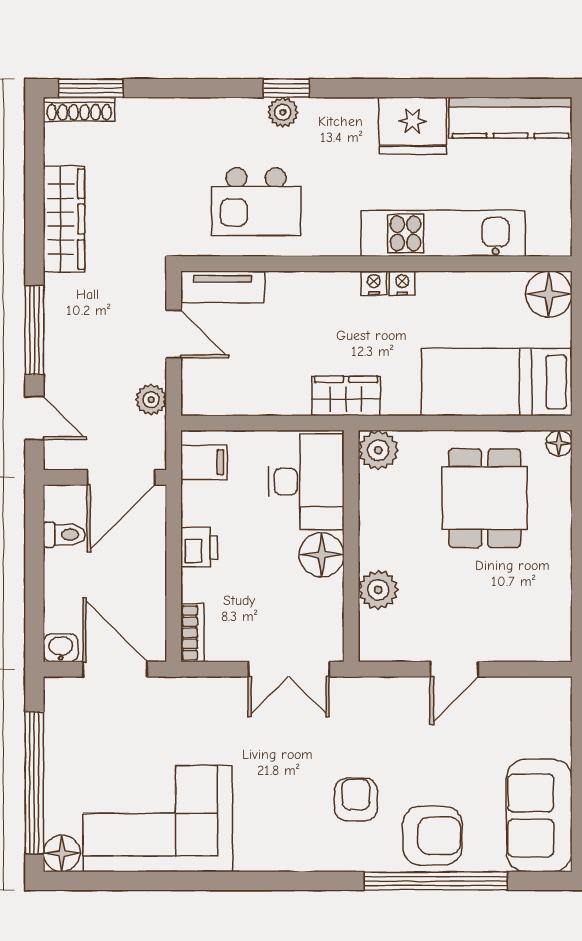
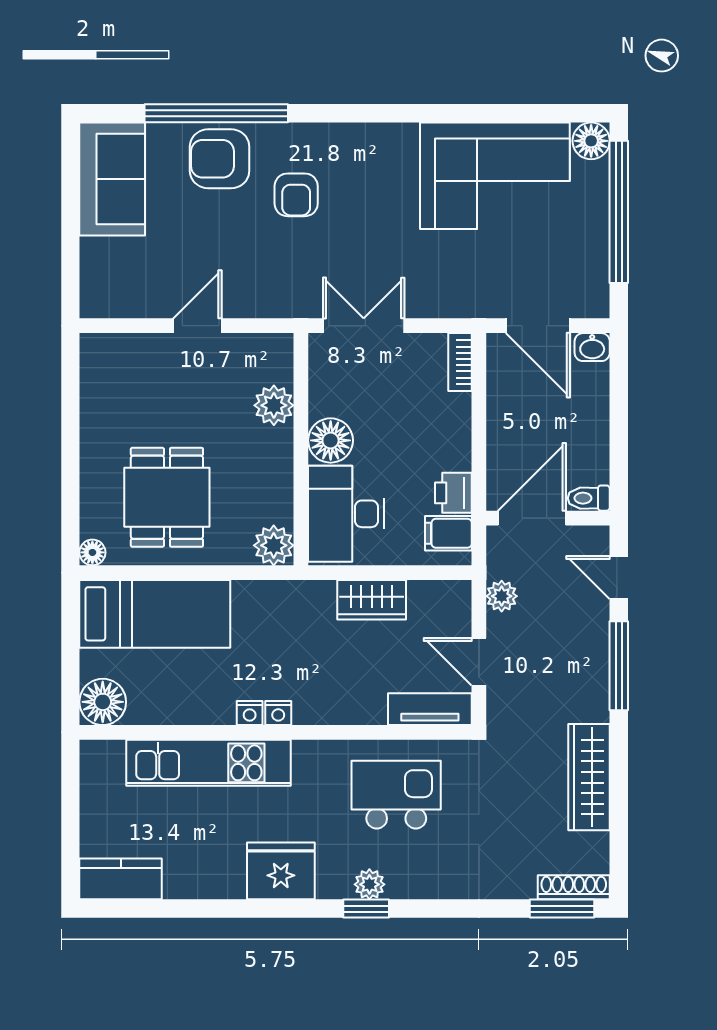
kitchen counter: (511, 118) -> (121, 879), width x0.67
fridge: (413, 126) -> (281, 871), moved
wardrobe: (346, 396) -> (372, 600), moved
toilet: (64, 535) -> (589, 498), moved
printer: (199, 547) -> (453, 493), moved

